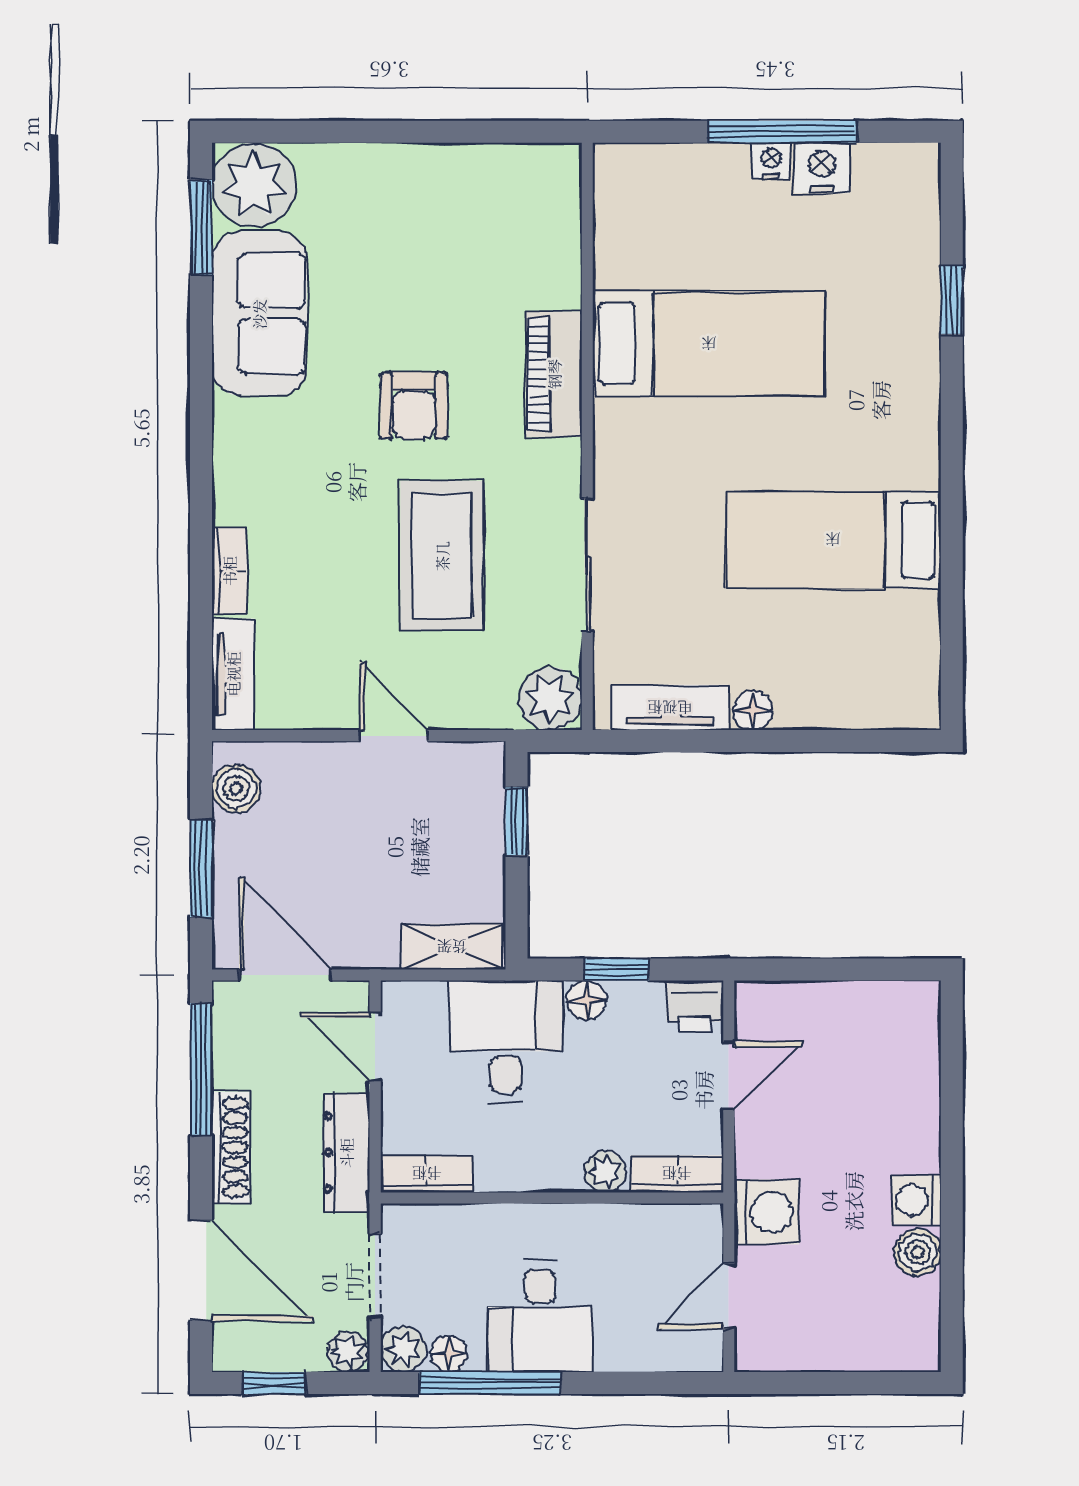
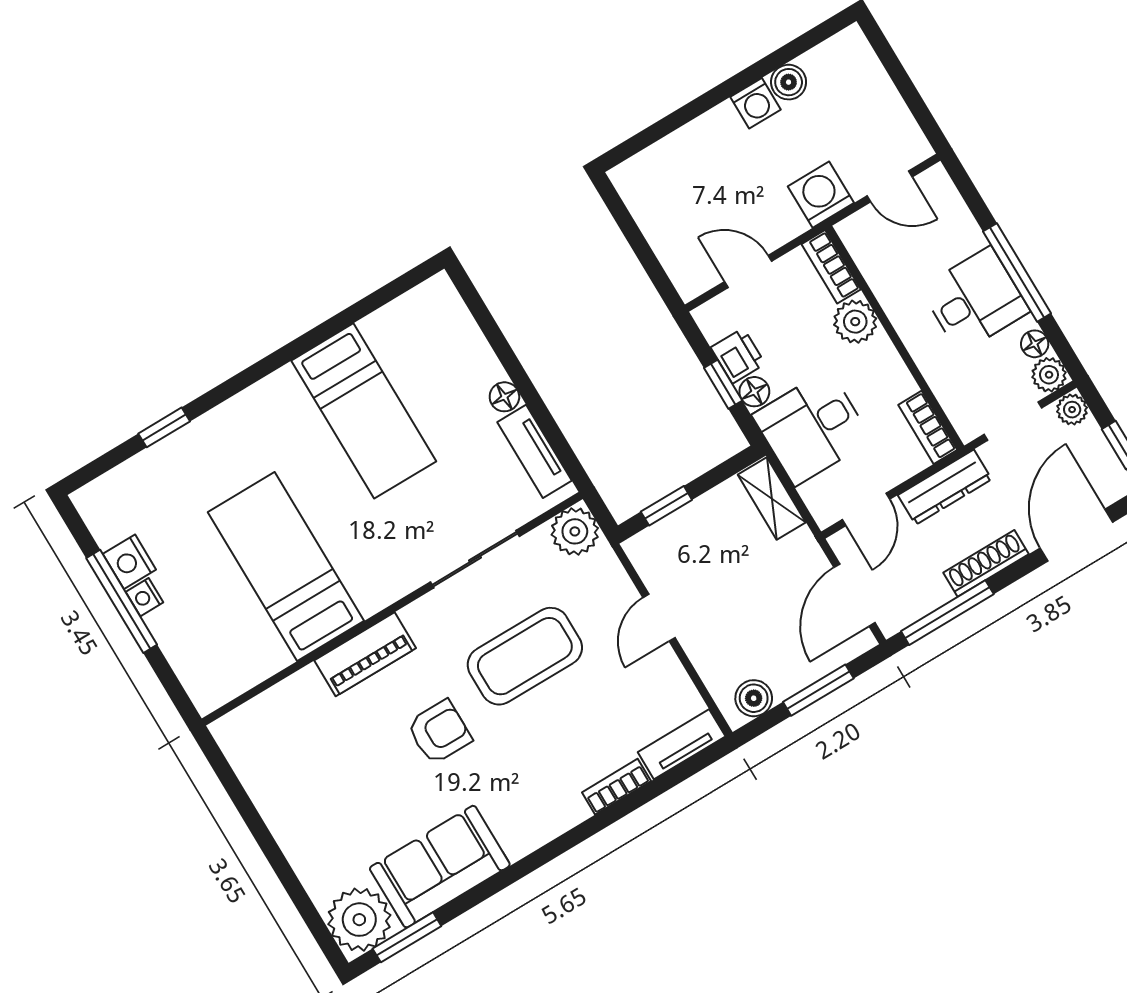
printer: (695, 1006) -> (738, 356), moved
plant: (605, 1172) -> (855, 322), width x1.38, depth x1.38
window: (490, 1383) -> (1017, 272), moved

